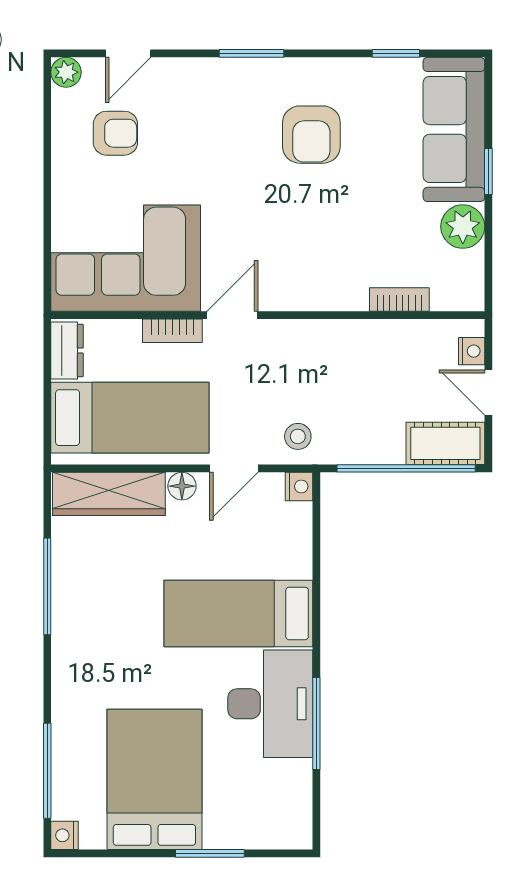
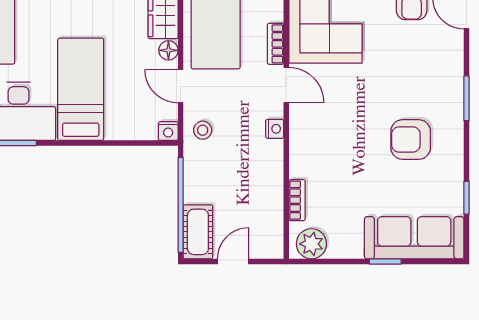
plant: (463, 227) -> (311, 244), moved
nightstand: (472, 351) -> (275, 129), moved, turned -90

